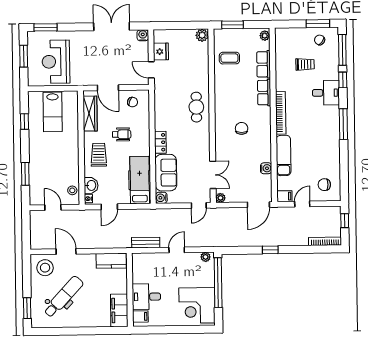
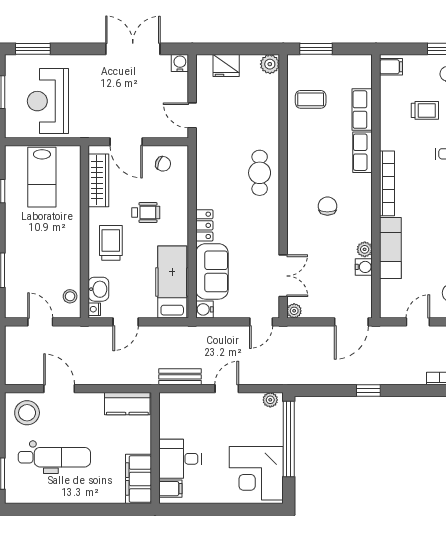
plant: (265, 36) -> (365, 249), moved
fridge: (161, 52) -> (226, 66), moved, turned 90
filing cabinet: (284, 196) -> (391, 67), moved
dental chair: (64, 297) -> (54, 457), turned 47

